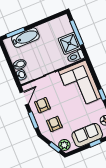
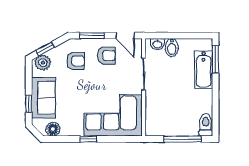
shower: (69, 43) -> (173, 124), removed
toilet: (76, 56) -> (206, 125), moved

